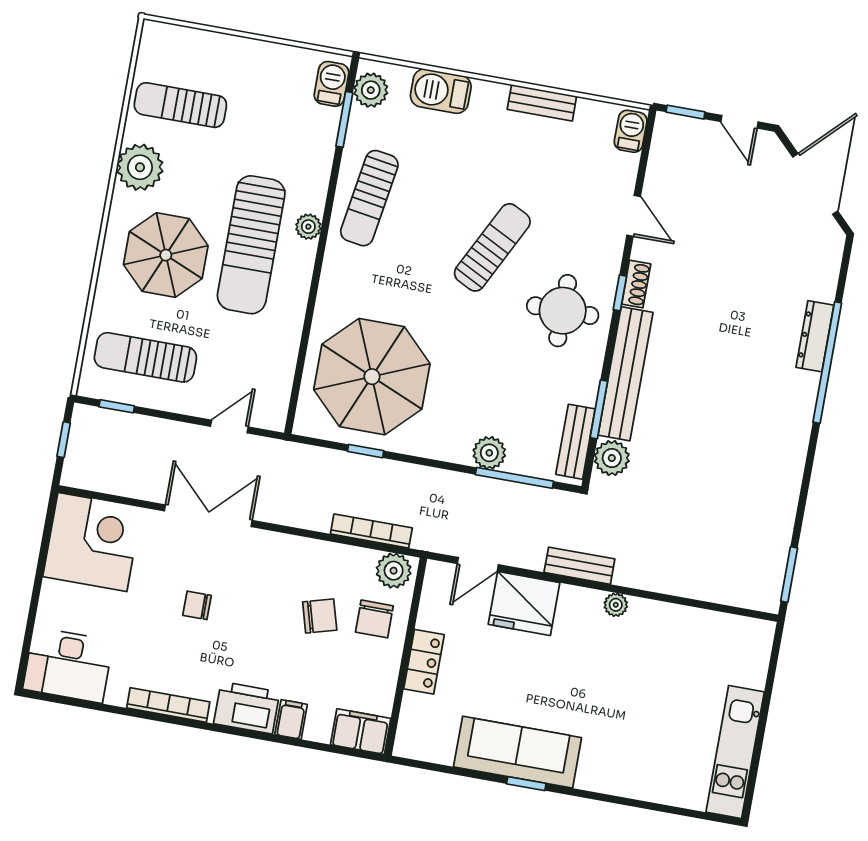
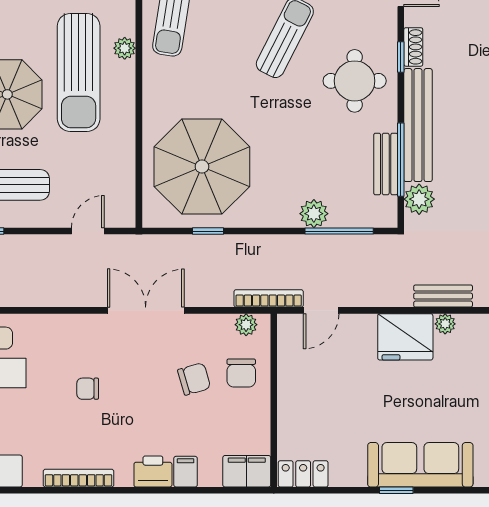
window: (599, 409) -> (401, 160), width x1.44
bench: (575, 442) -> (386, 164), moved
double door: (208, 516) -> (146, 310), moved
bookcase: (371, 531) -> (269, 298), moved
bench: (579, 566) -> (443, 296), moved
plant: (394, 571) -> (246, 325), width x0.73, depth x0.73
fridge: (524, 604) -> (405, 337), moved
locker: (424, 662) -> (303, 474), moved, turned -90
printer: (247, 708) -> (153, 471), width x0.73, depth x0.84
sofa: (518, 752) -> (420, 465), moved

